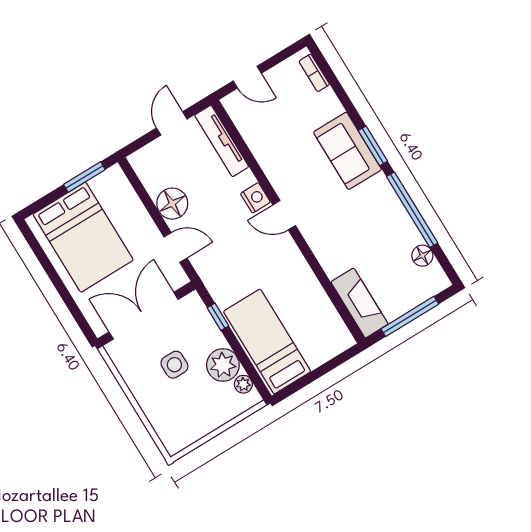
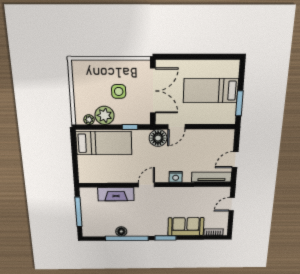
door: (172, 123) -> (235, 160), swing flipped
sofa: (347, 151) -> (186, 227), moved
floor lamp: (172, 204) -> (158, 138), moved
door: (284, 215) -> (146, 185), moved
bed: (83, 237) -> (211, 91), width x0.67
floor lamp: (422, 256) -> (121, 231), moved
fireplace: (359, 303) -> (116, 194), moved

